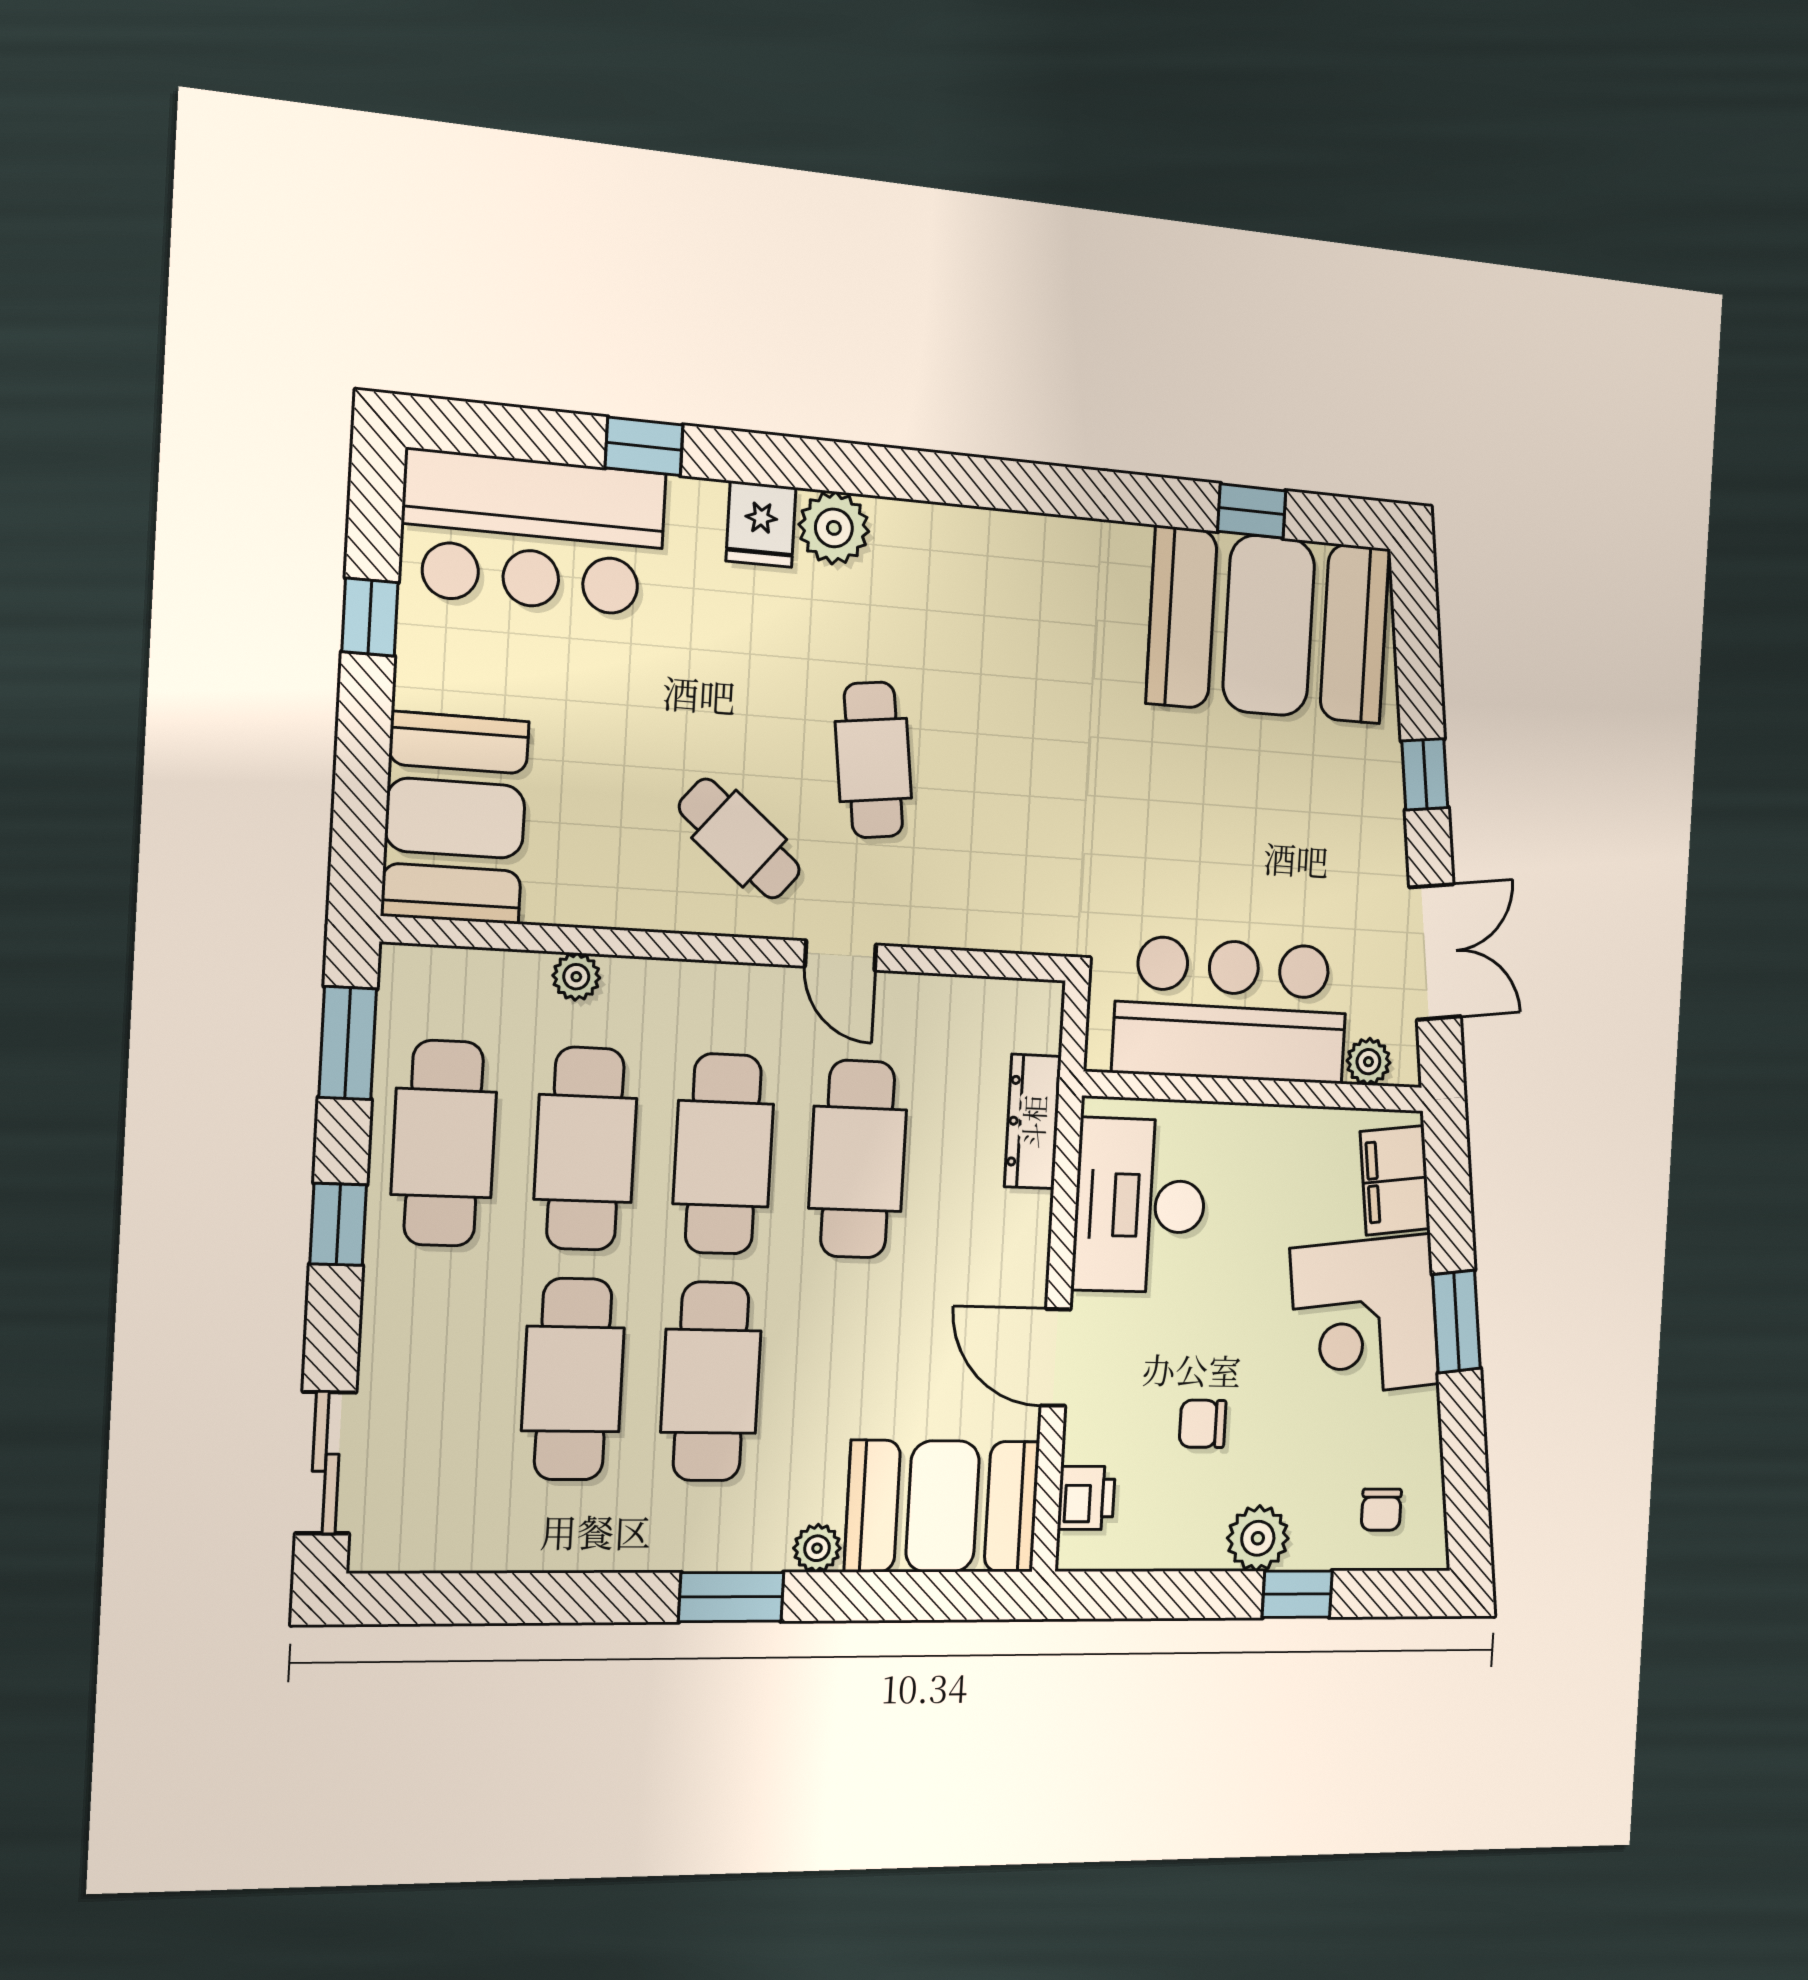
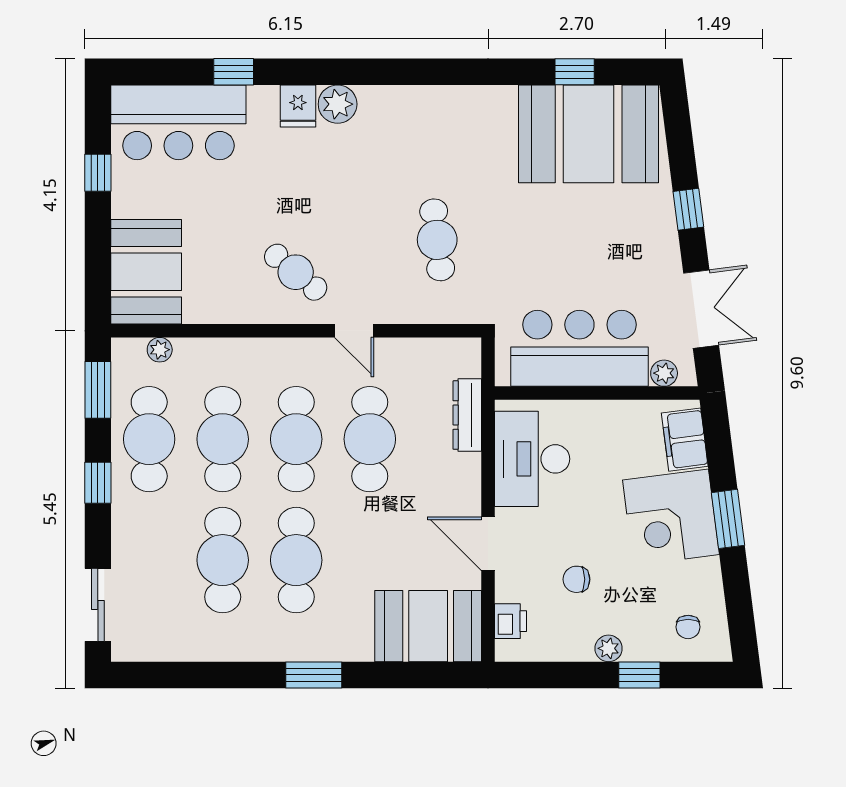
cafe table: (873, 760) -> (437, 240), moved
plant: (576, 977) -> (160, 350), moved
plant: (1258, 1538) -> (609, 648), width x0.73, depth x0.73
plant: (817, 1548) -> (359, 649), removed

